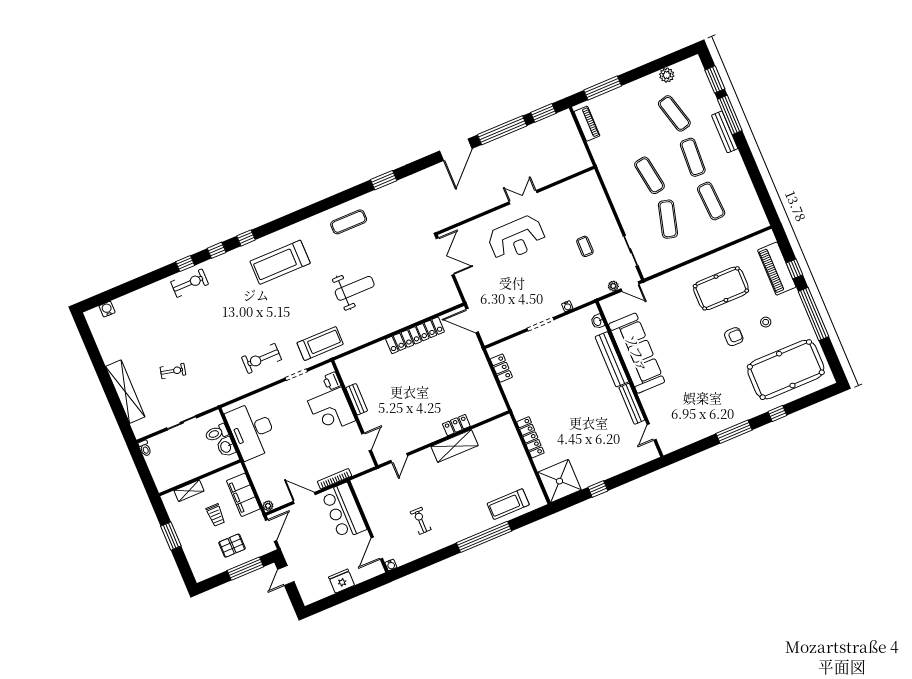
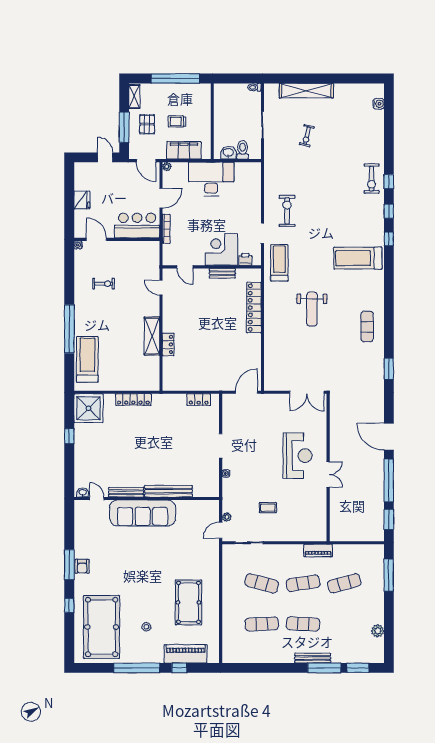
exercise mat: (674, 113) -> (344, 583), moved
piano: (587, 124) -> (318, 550), moved
reception desk: (517, 238) -> (298, 456), turned 180
treadmill: (280, 262) -> (358, 258), turned -90
washbasin: (598, 321) -> (83, 492), moved
locker: (415, 335) -> (254, 308), moved
armchair: (734, 337) -> (82, 566), moved
treadmill: (320, 344) -> (279, 263), turned 180
sofa: (637, 353) -> (143, 513), moved
desk: (252, 430) -> (211, 179), moved
shelving: (189, 491) -> (134, 97), moved
treadmill: (508, 504) -> (87, 359), width x1.37, depth x1.38
window: (171, 536) -> (175, 78), width x2.11

